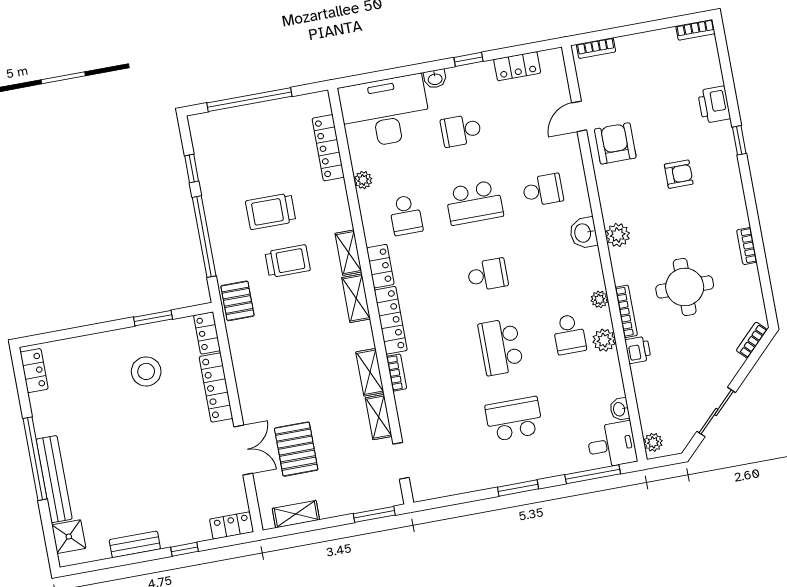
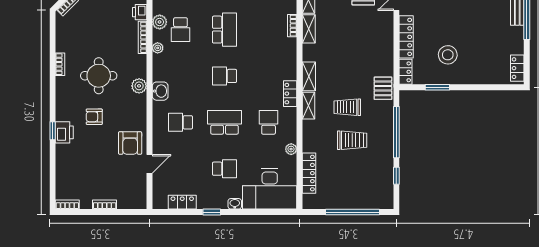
bookcase: (596, 48) -> (105, 204), moved
printer: (714, 105) -> (64, 132), moved
round table: (685, 287) -> (99, 76), moved
locker: (391, 320) -> (290, 59), removed
school desk: (569, 334) -> (180, 30), turned 180

